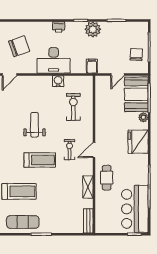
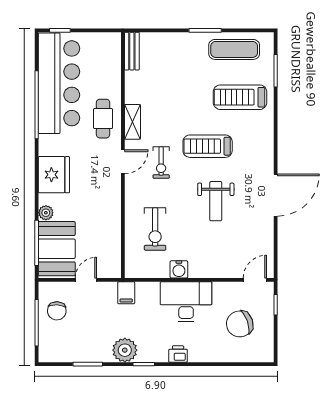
shelving: (88, 187) -> (132, 122), moved
bar counter: (135, 209) -> (59, 83), width x1.36

